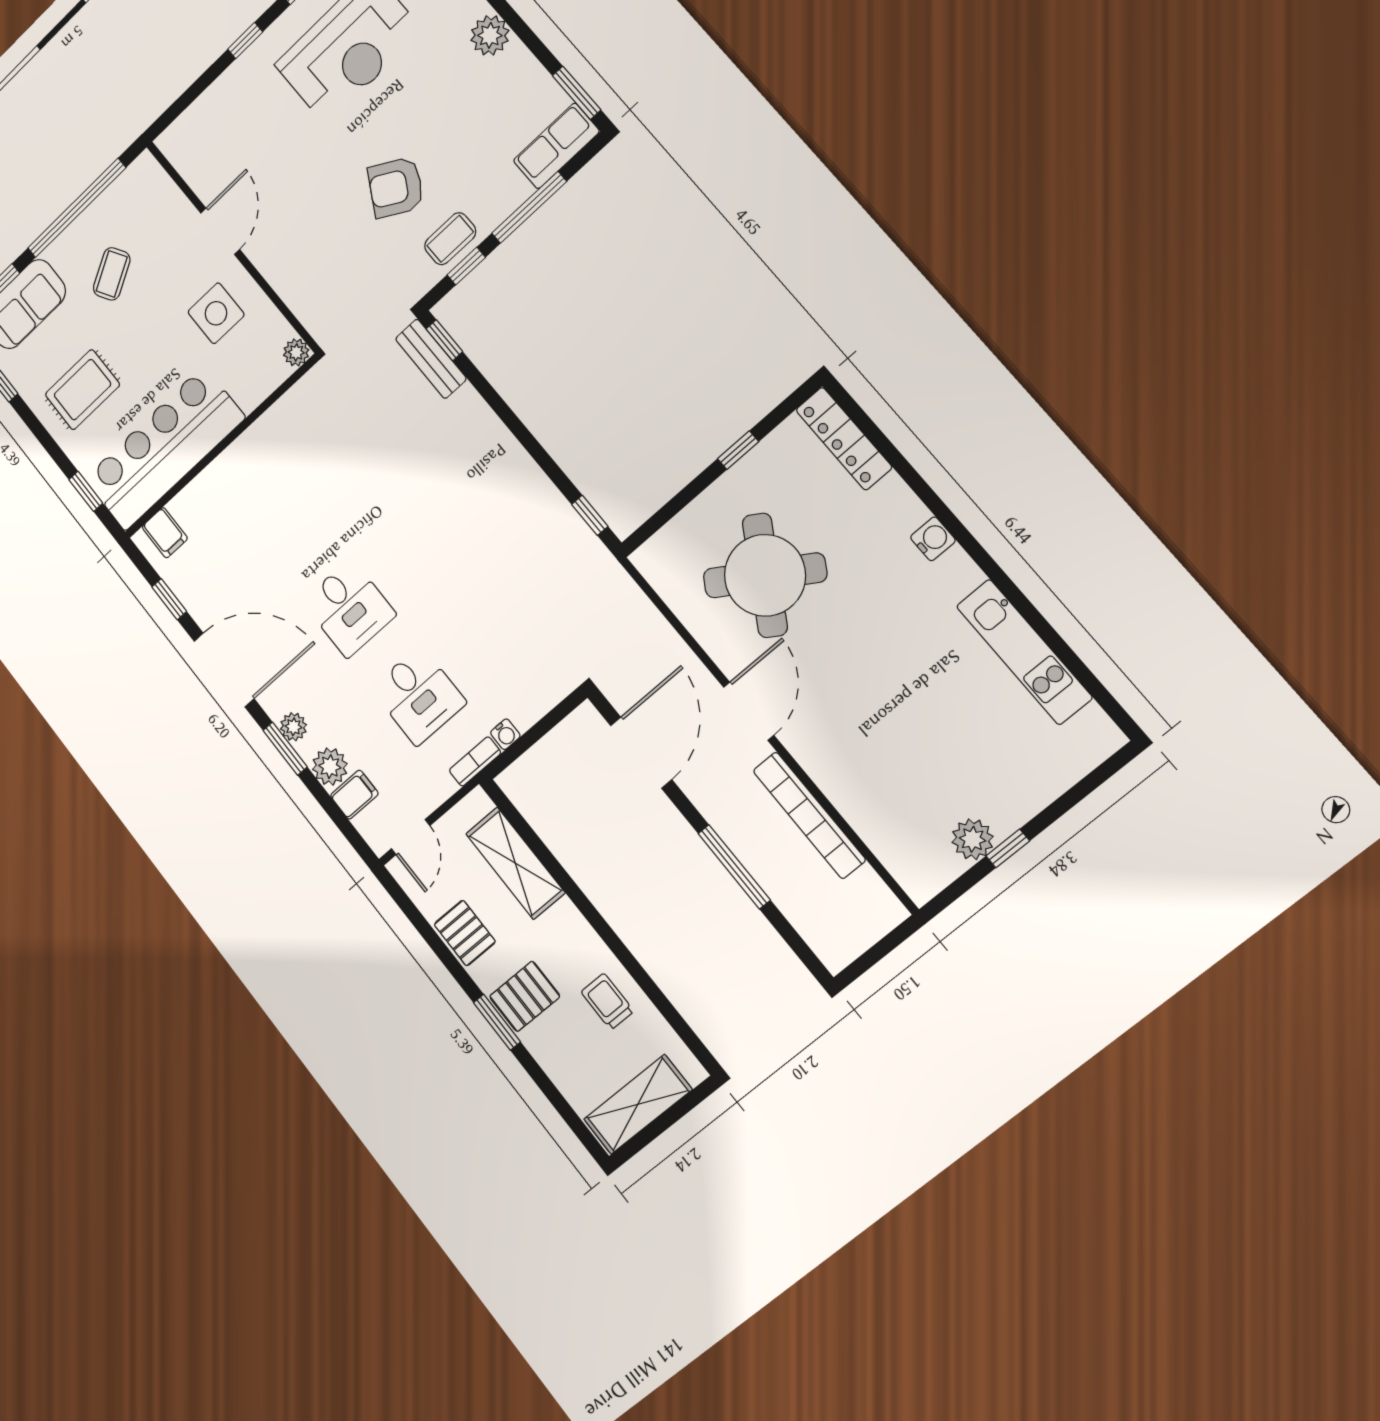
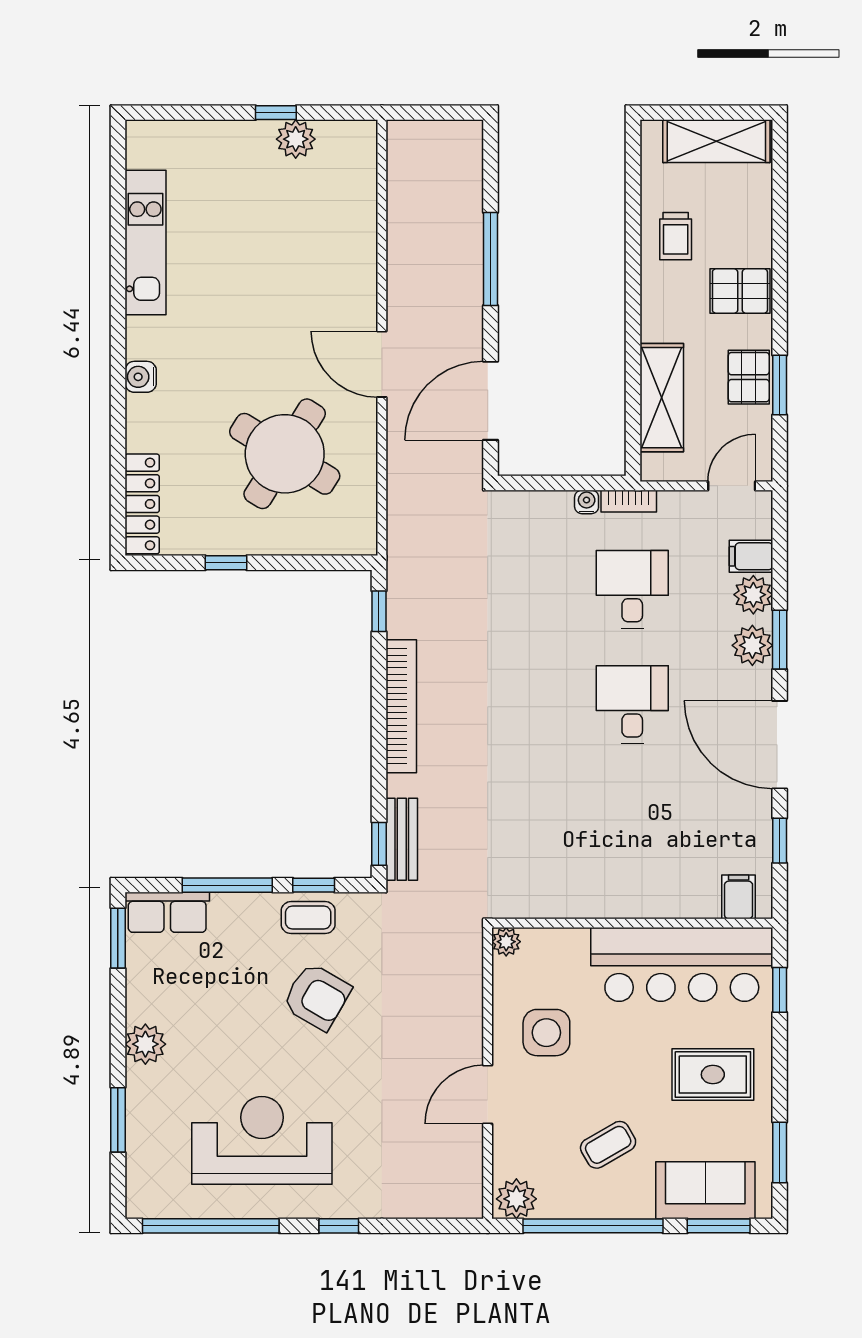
plant: (142, 177) -> (516, 1199), added
door: (749, 711) -> (382, 364), hinge flipped
plant: (293, 727) -> (752, 645), width x1.38, depth x1.38
bookcase: (809, 815) -> (401, 706), moved
window: (497, 1022) -> (780, 385), moved

